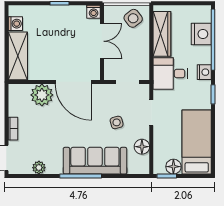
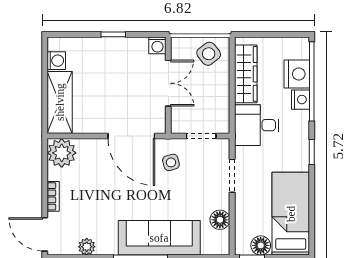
nightstand: (204, 72) -> (300, 100), moved
plant: (42, 95) -> (62, 153), moved
side table: (117, 122) -> (171, 162), moved

